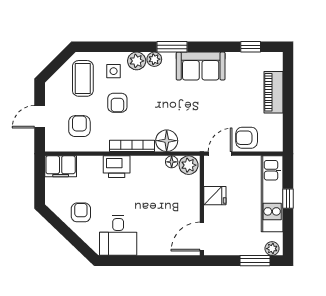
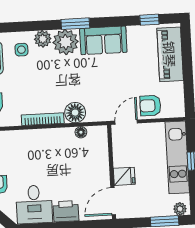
plant: (154, 59) -> (66, 42), width x1.88, depth x1.88
piano: (273, 92) -> (170, 54), width x1.37, depth x1.33
armchair: (117, 103) -> (27, 79), removed
plant: (189, 165) -> (97, 134), removed
printer: (117, 167) -> (66, 211), moved, turned 180
fridge: (215, 196) -> (124, 176), moved

